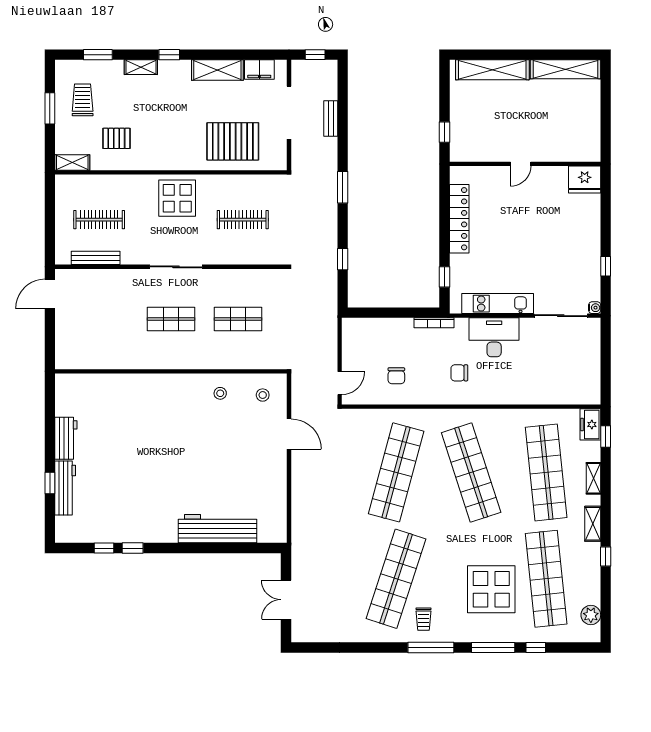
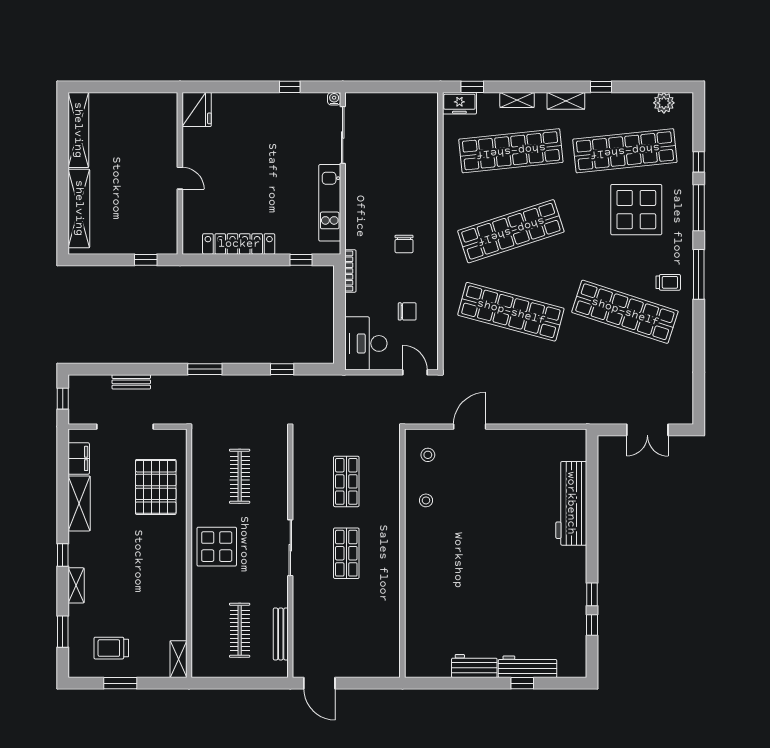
pallet: (116, 138) -> (153, 612), removed
desk: (494, 337) -> (366, 343), moved

